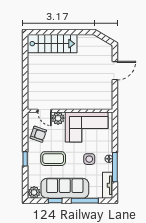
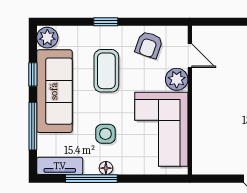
door: (45, 111) -> (190, 56), swing flipped

